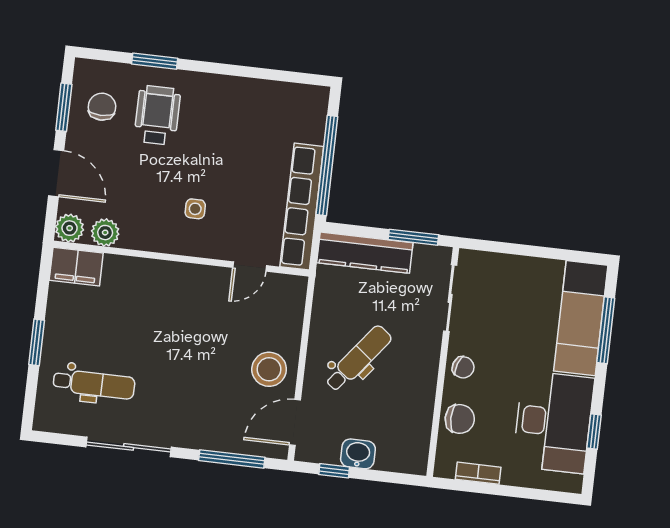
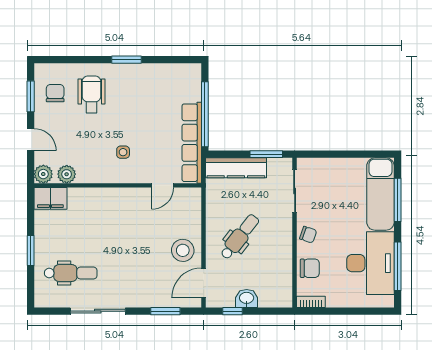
window: (155, 61) -> (126, 60), moved
door: (56, 173) -> (31, 140), width x0.73
window: (594, 431) -> (398, 266), width x2.17
window: (232, 459) -> (165, 311), width x0.69
bookcase: (478, 473) -> (311, 302), moved

